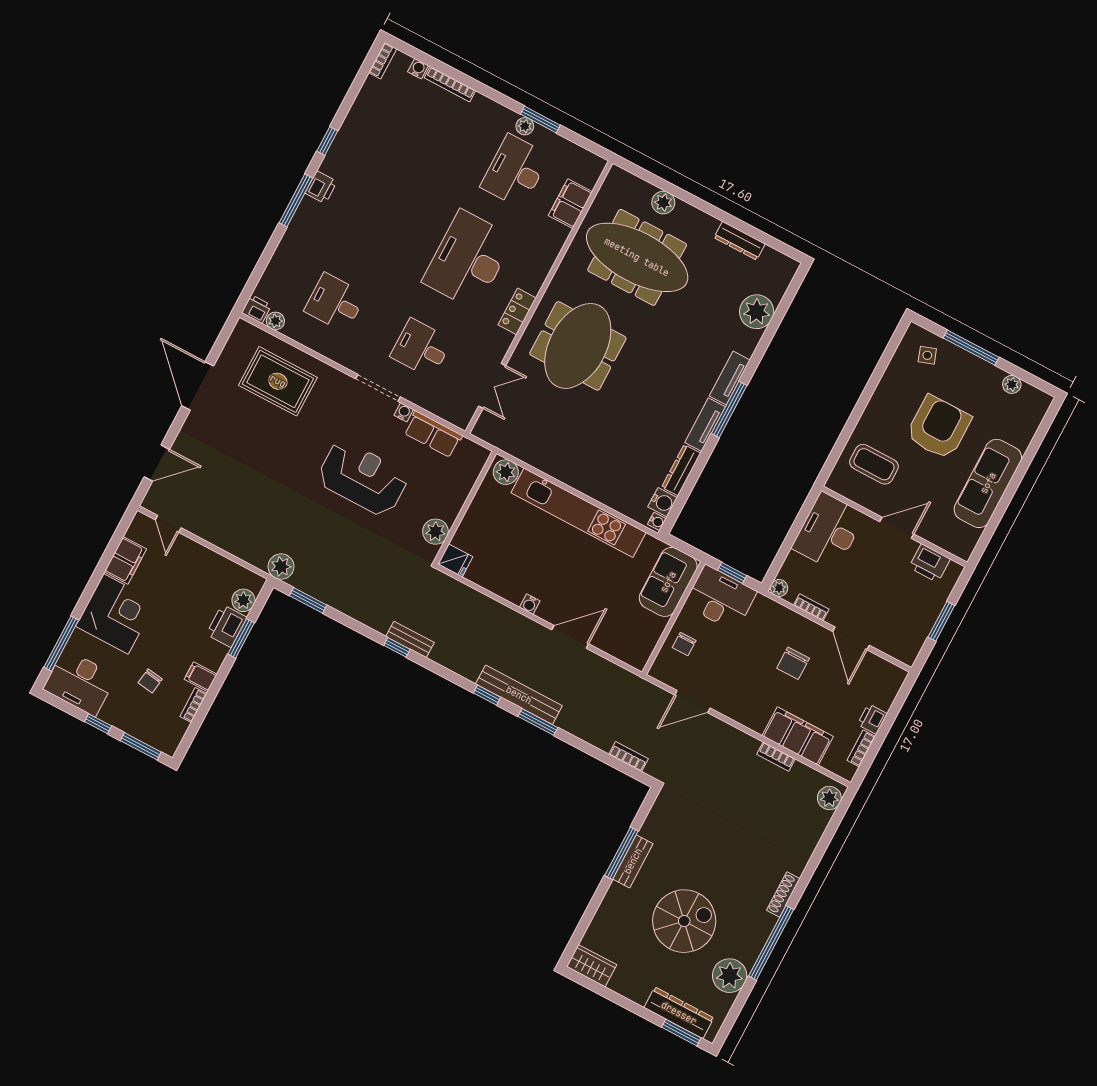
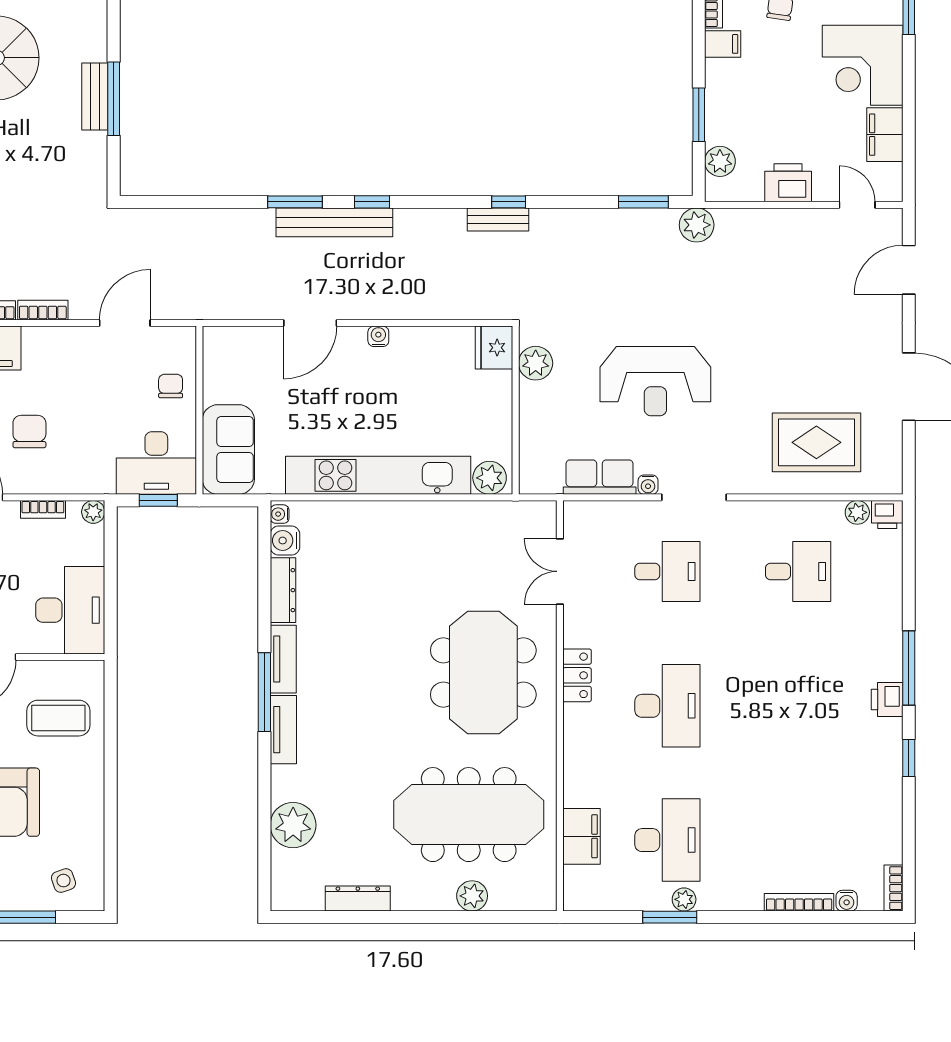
desk: (468, 260) -> (667, 706), width x0.73, depth x0.77
fridge: (455, 560) -> (494, 348), width x1.38
printer: (227, 626) -> (788, 183), moved, turned -90
bookcase: (628, 757) -> (43, 310), moved, turned 180

